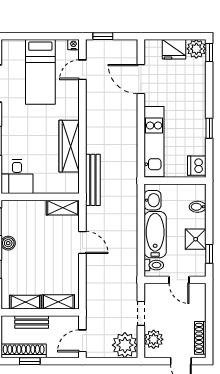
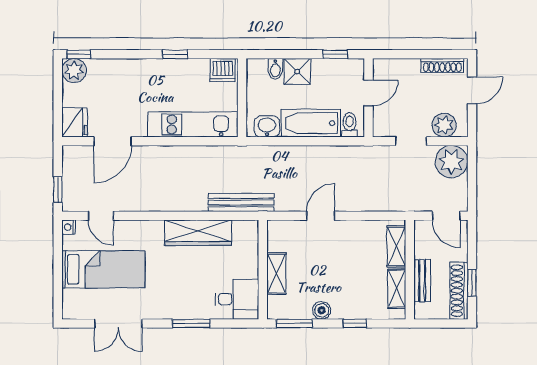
fridge: (174, 49) -> (75, 122), moved
shelving: (63, 208) -> (276, 273), moved
shower: (196, 239) -> (297, 72), moved

